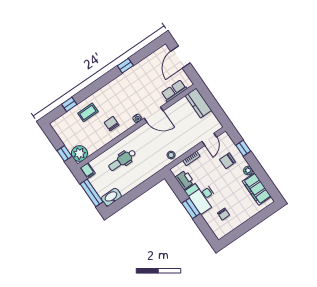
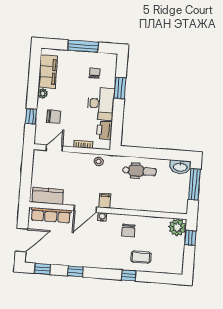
window: (150, 49) -> (42, 269), added
row of seats: (174, 91) -> (51, 215), width x1.48
kitchen counter: (198, 103) -> (48, 196), moved, turned -90
window: (69, 104) -> (129, 275), moved
door: (154, 115) -> (85, 209), swing flipped
dental chair: (122, 160) -> (139, 171), moved
filing cabinet: (88, 171) -> (105, 201), moved
window: (191, 208) -> (120, 88), moved
window: (247, 226) -> (83, 46), added

